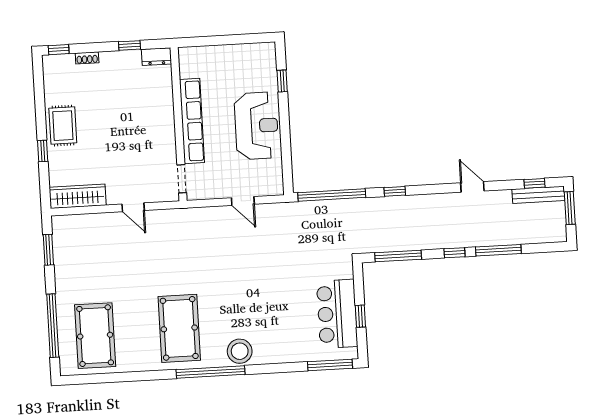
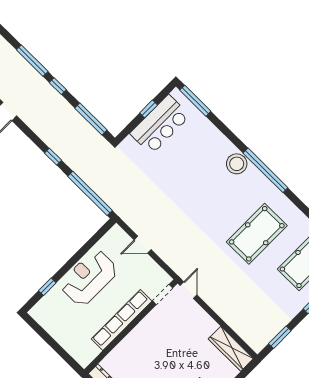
door: (243, 201) -> (143, 245), swing flipped
door: (133, 207) -> (188, 290), moved
pool table: (179, 328) -> (257, 234), moved

